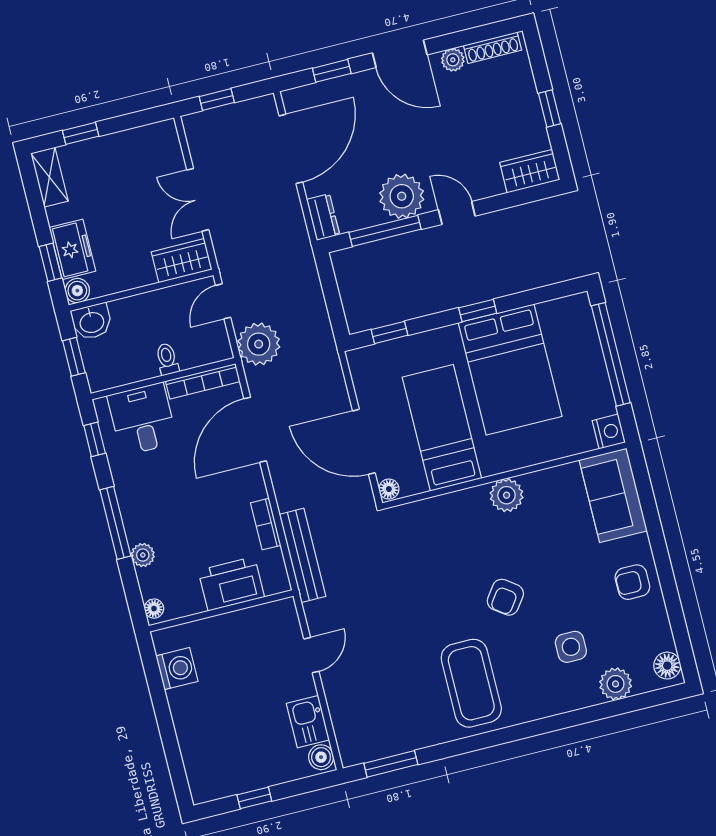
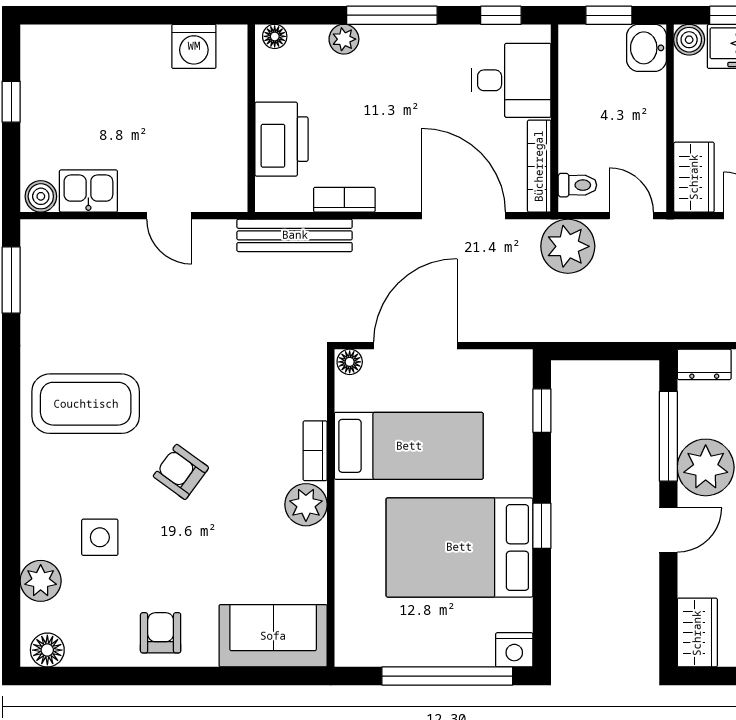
toilet: (167, 359) -> (577, 185), moved
nightstand: (609, 432) -> (514, 650), moved
bookcase: (464, 499) -> (315, 451), added

